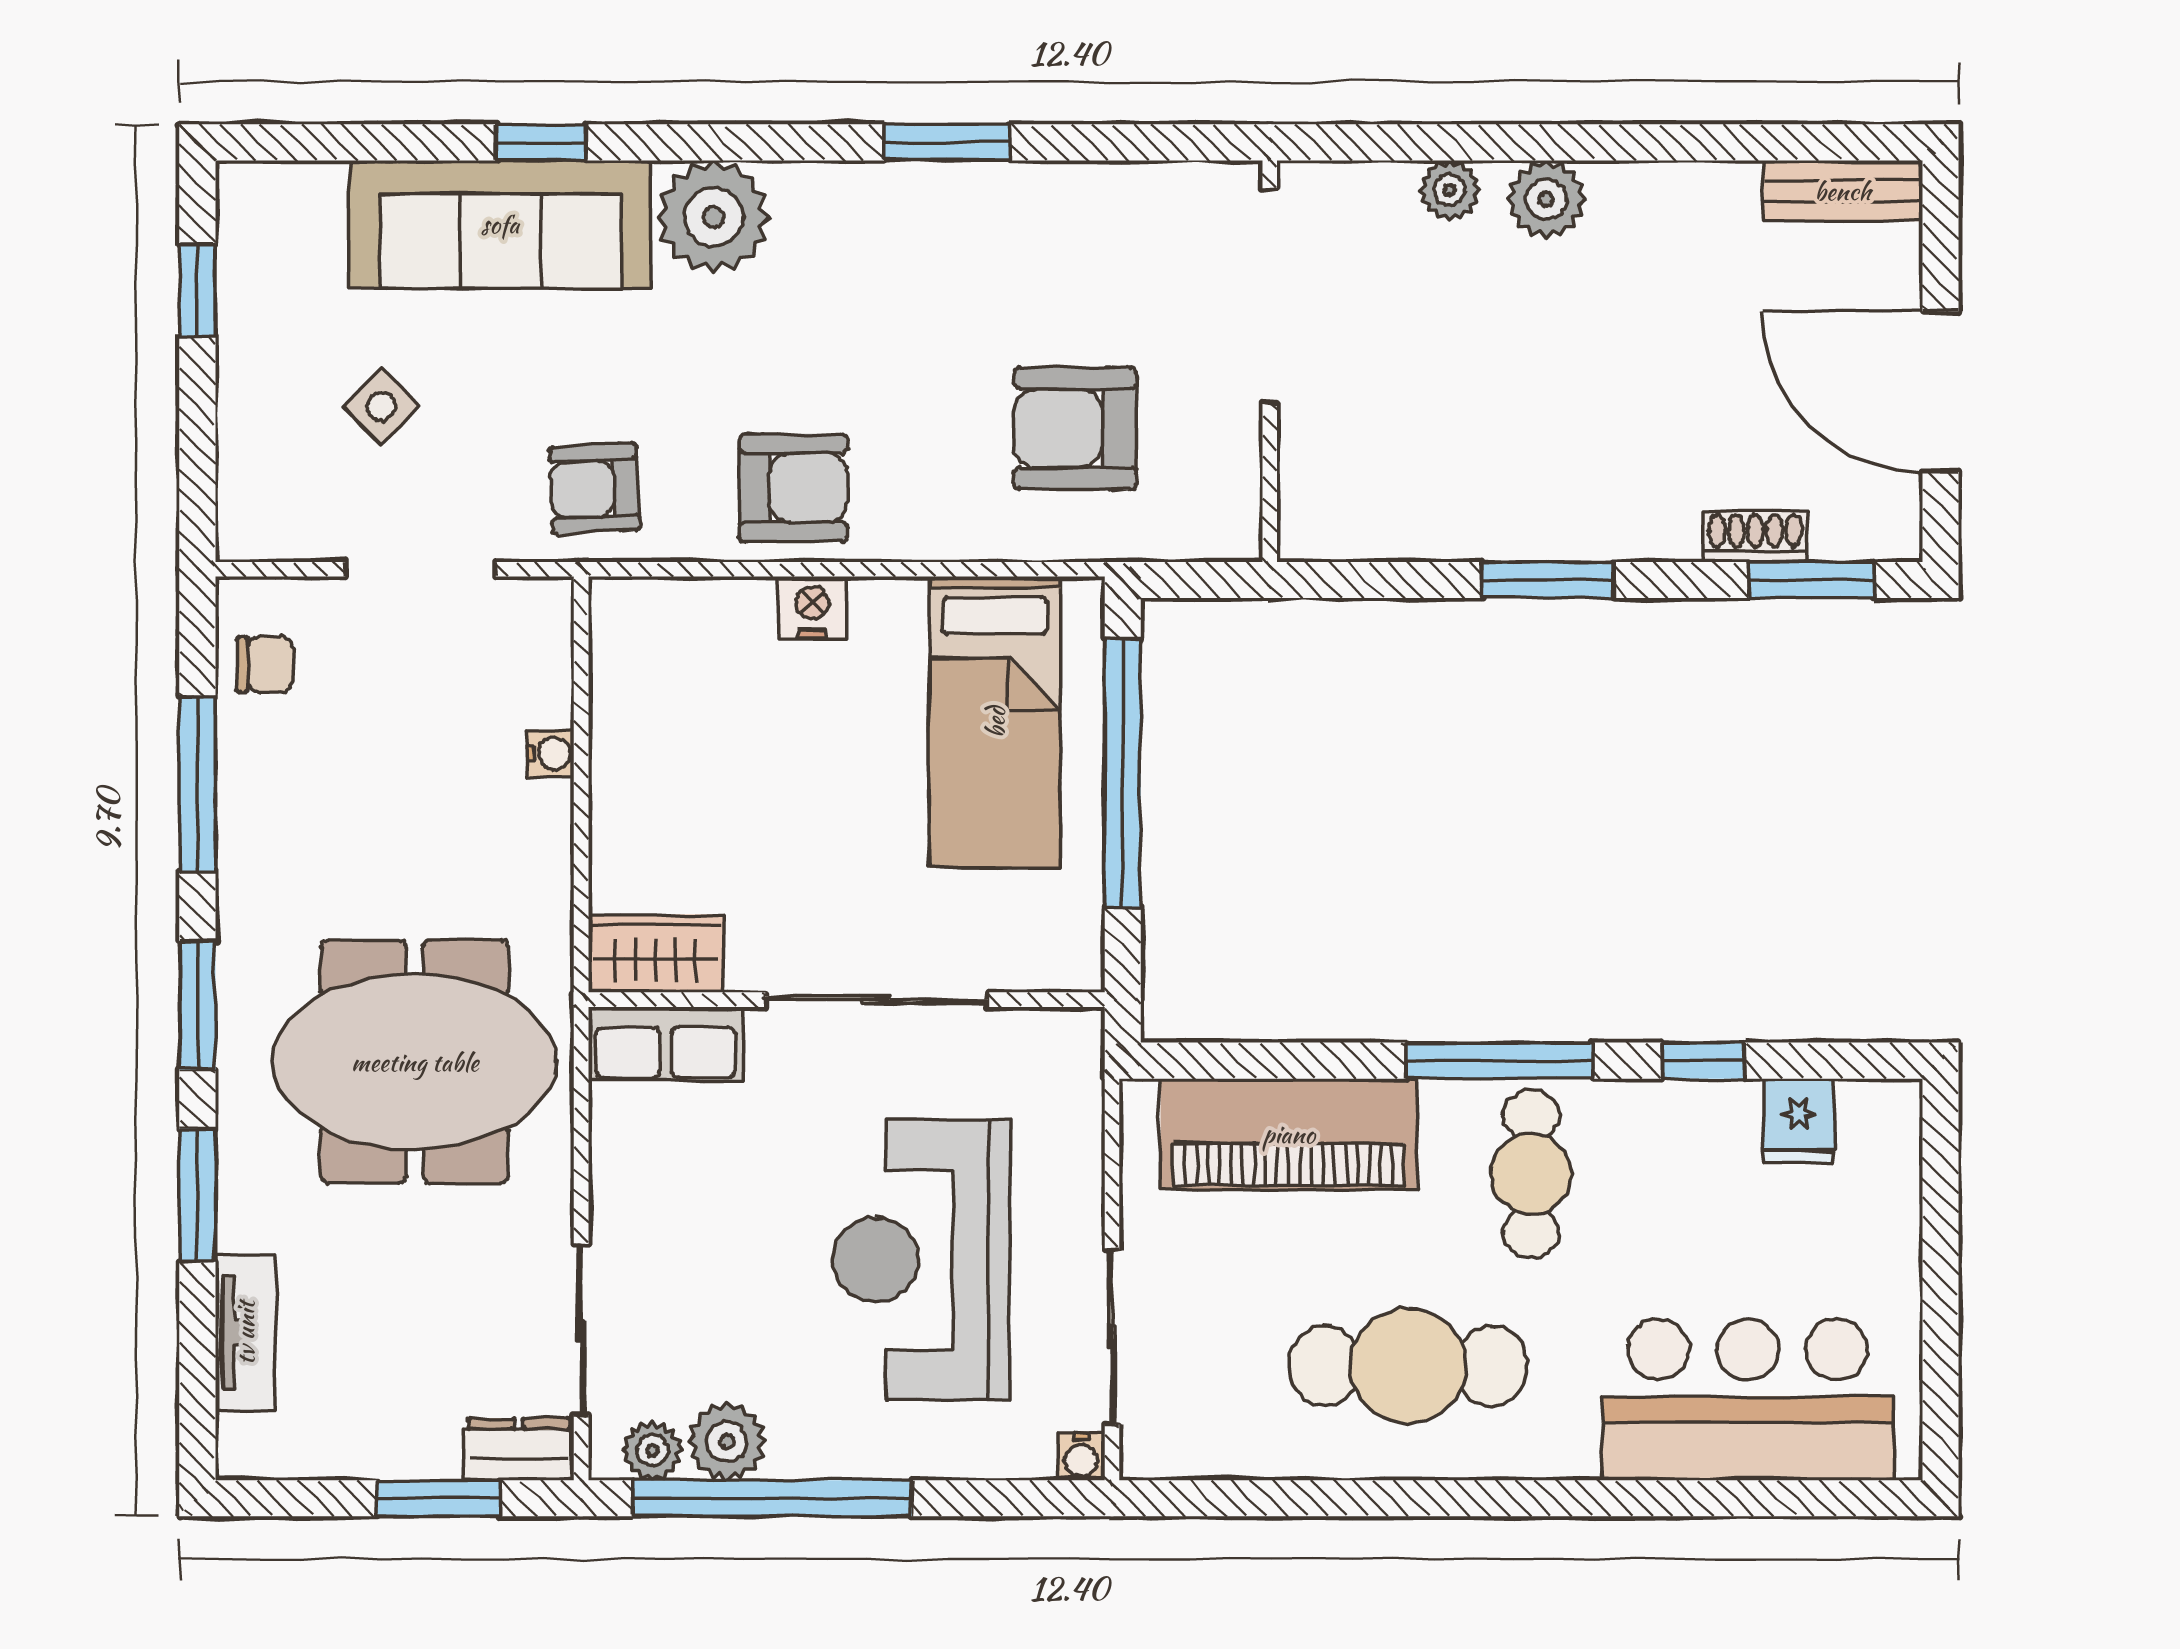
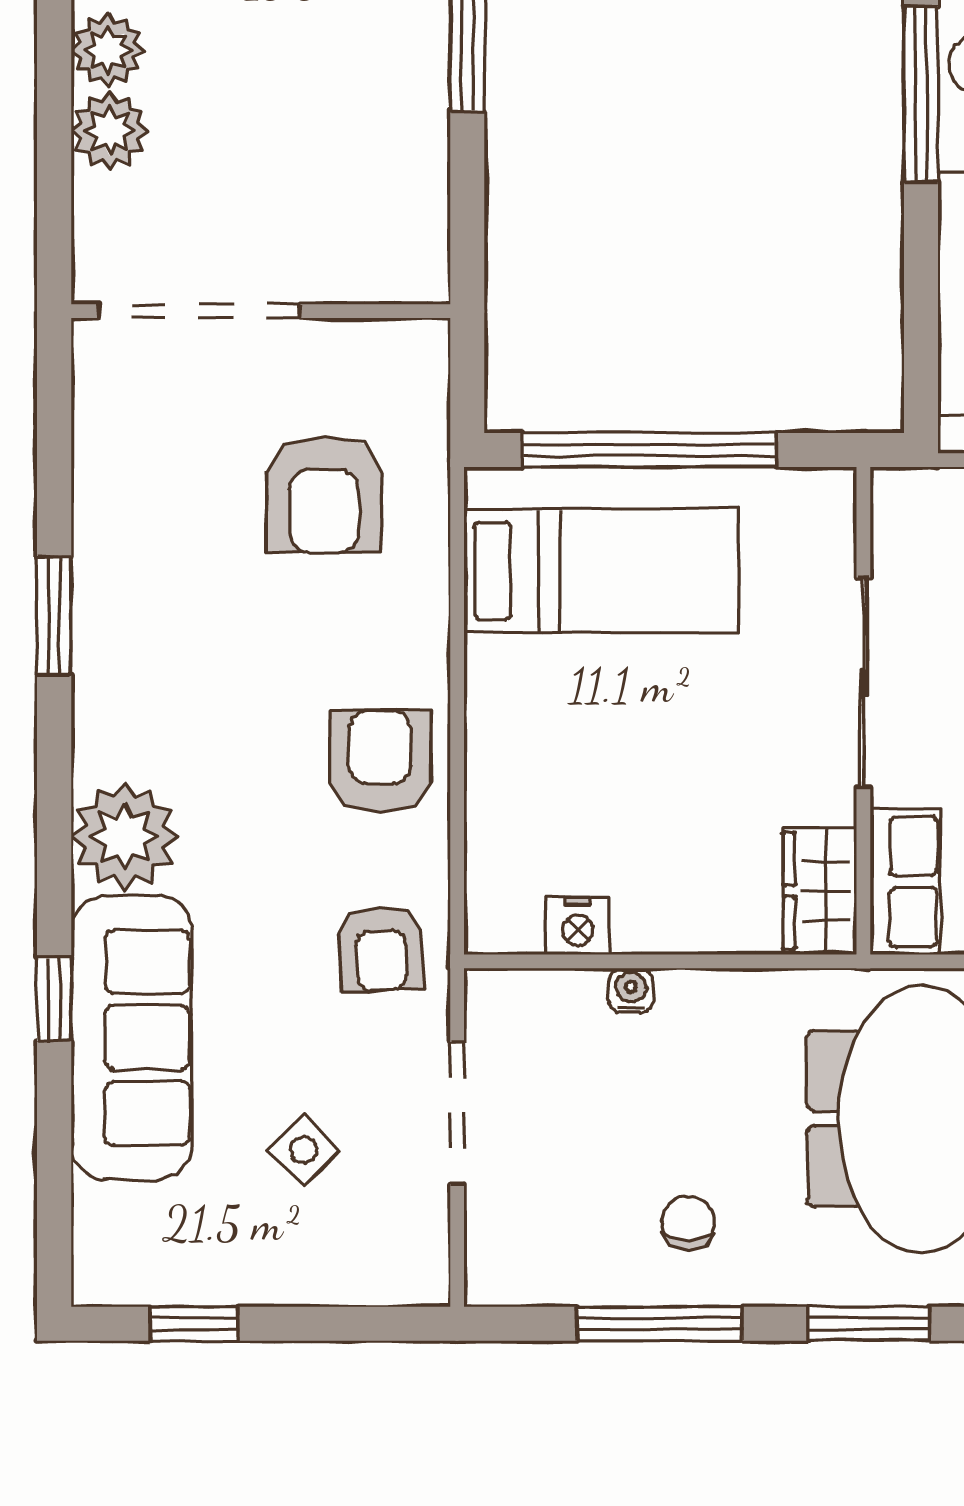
plant: (1450, 190) -> (110, 131), width x1.38, depth x1.38
nightstand: (812, 607) -> (578, 925), moved, turned -90
chair: (265, 664) -> (688, 1223), moved

